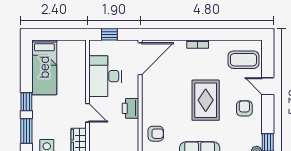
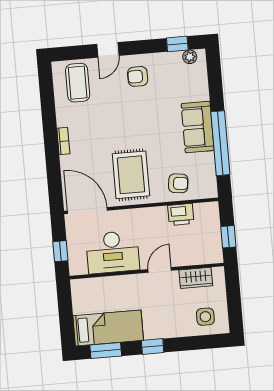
rug: (206, 100) -> (131, 175), moved, turned 90
printer: (131, 108) -> (181, 214), moved
window: (26, 131) -> (106, 351), moved
armchair: (156, 134) -> (178, 183), turned 97

